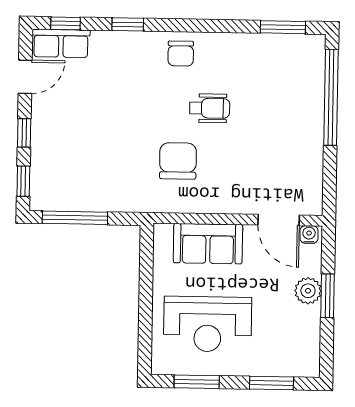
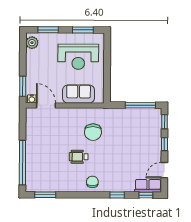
plant: (308, 291) -> (32, 43), moved
window: (328, 296) -> (23, 86), moved
reception desk: (208, 324) -> (78, 57), turned 180

